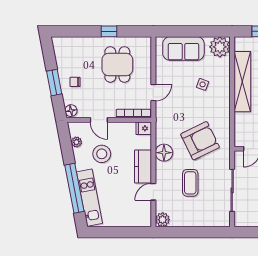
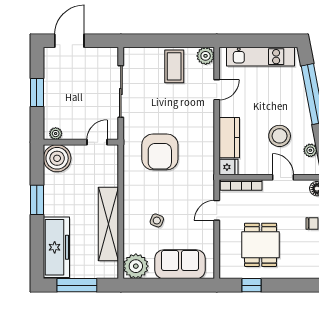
window: (109, 31) -> (252, 285), moved
armchair: (200, 141) -> (160, 152), turned -64
floor lamp: (164, 153) -> (204, 137), removed
kitchen counter: (143, 167) -> (229, 138), moved
coffee table: (190, 183) -> (174, 66), moved
kitchen unit: (90, 198) -> (260, 57), moved, turned -79

